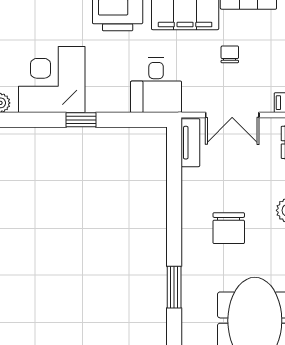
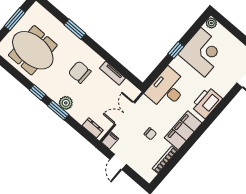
desk: (156, 85) -> (167, 89), width x1.37
tv unit: (190, 143) -> (113, 73), moved

